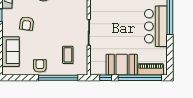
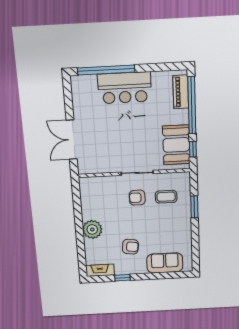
booth: (122, 65) -> (176, 145), moved
armchair: (40, 66) -> (137, 198), moved
window: (58, 78) -> (194, 207), width x0.47

